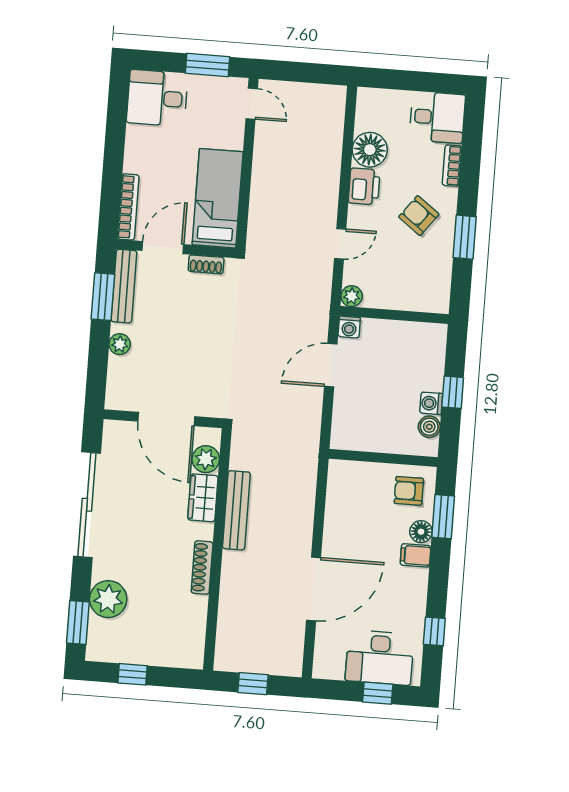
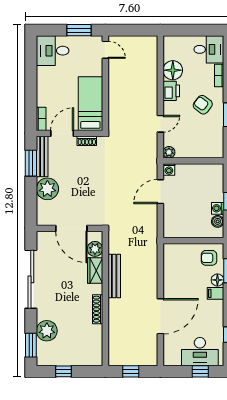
bookcase: (128, 207) -> (41, 119), width x0.64
plant: (120, 344) -> (47, 189), width x1.88, depth x1.88

